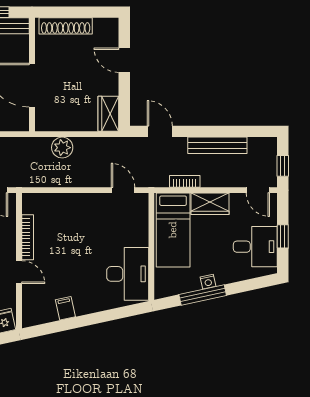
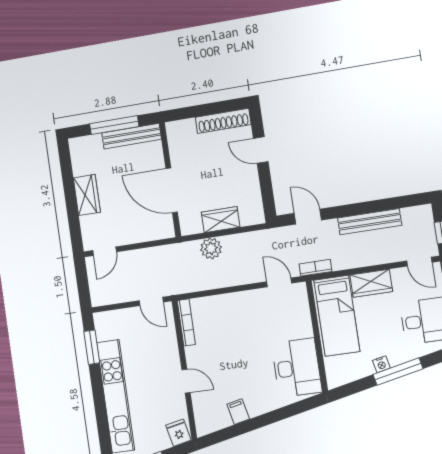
shoe rack: (66, 26) -> (223, 121), moved
wardrobe: (108, 114) -> (221, 220), moved, turned 90
bookcase: (185, 181) -> (316, 268), moved
bookcase: (28, 237) -> (186, 322), moved
window: (203, 295) -> (398, 372), moved

